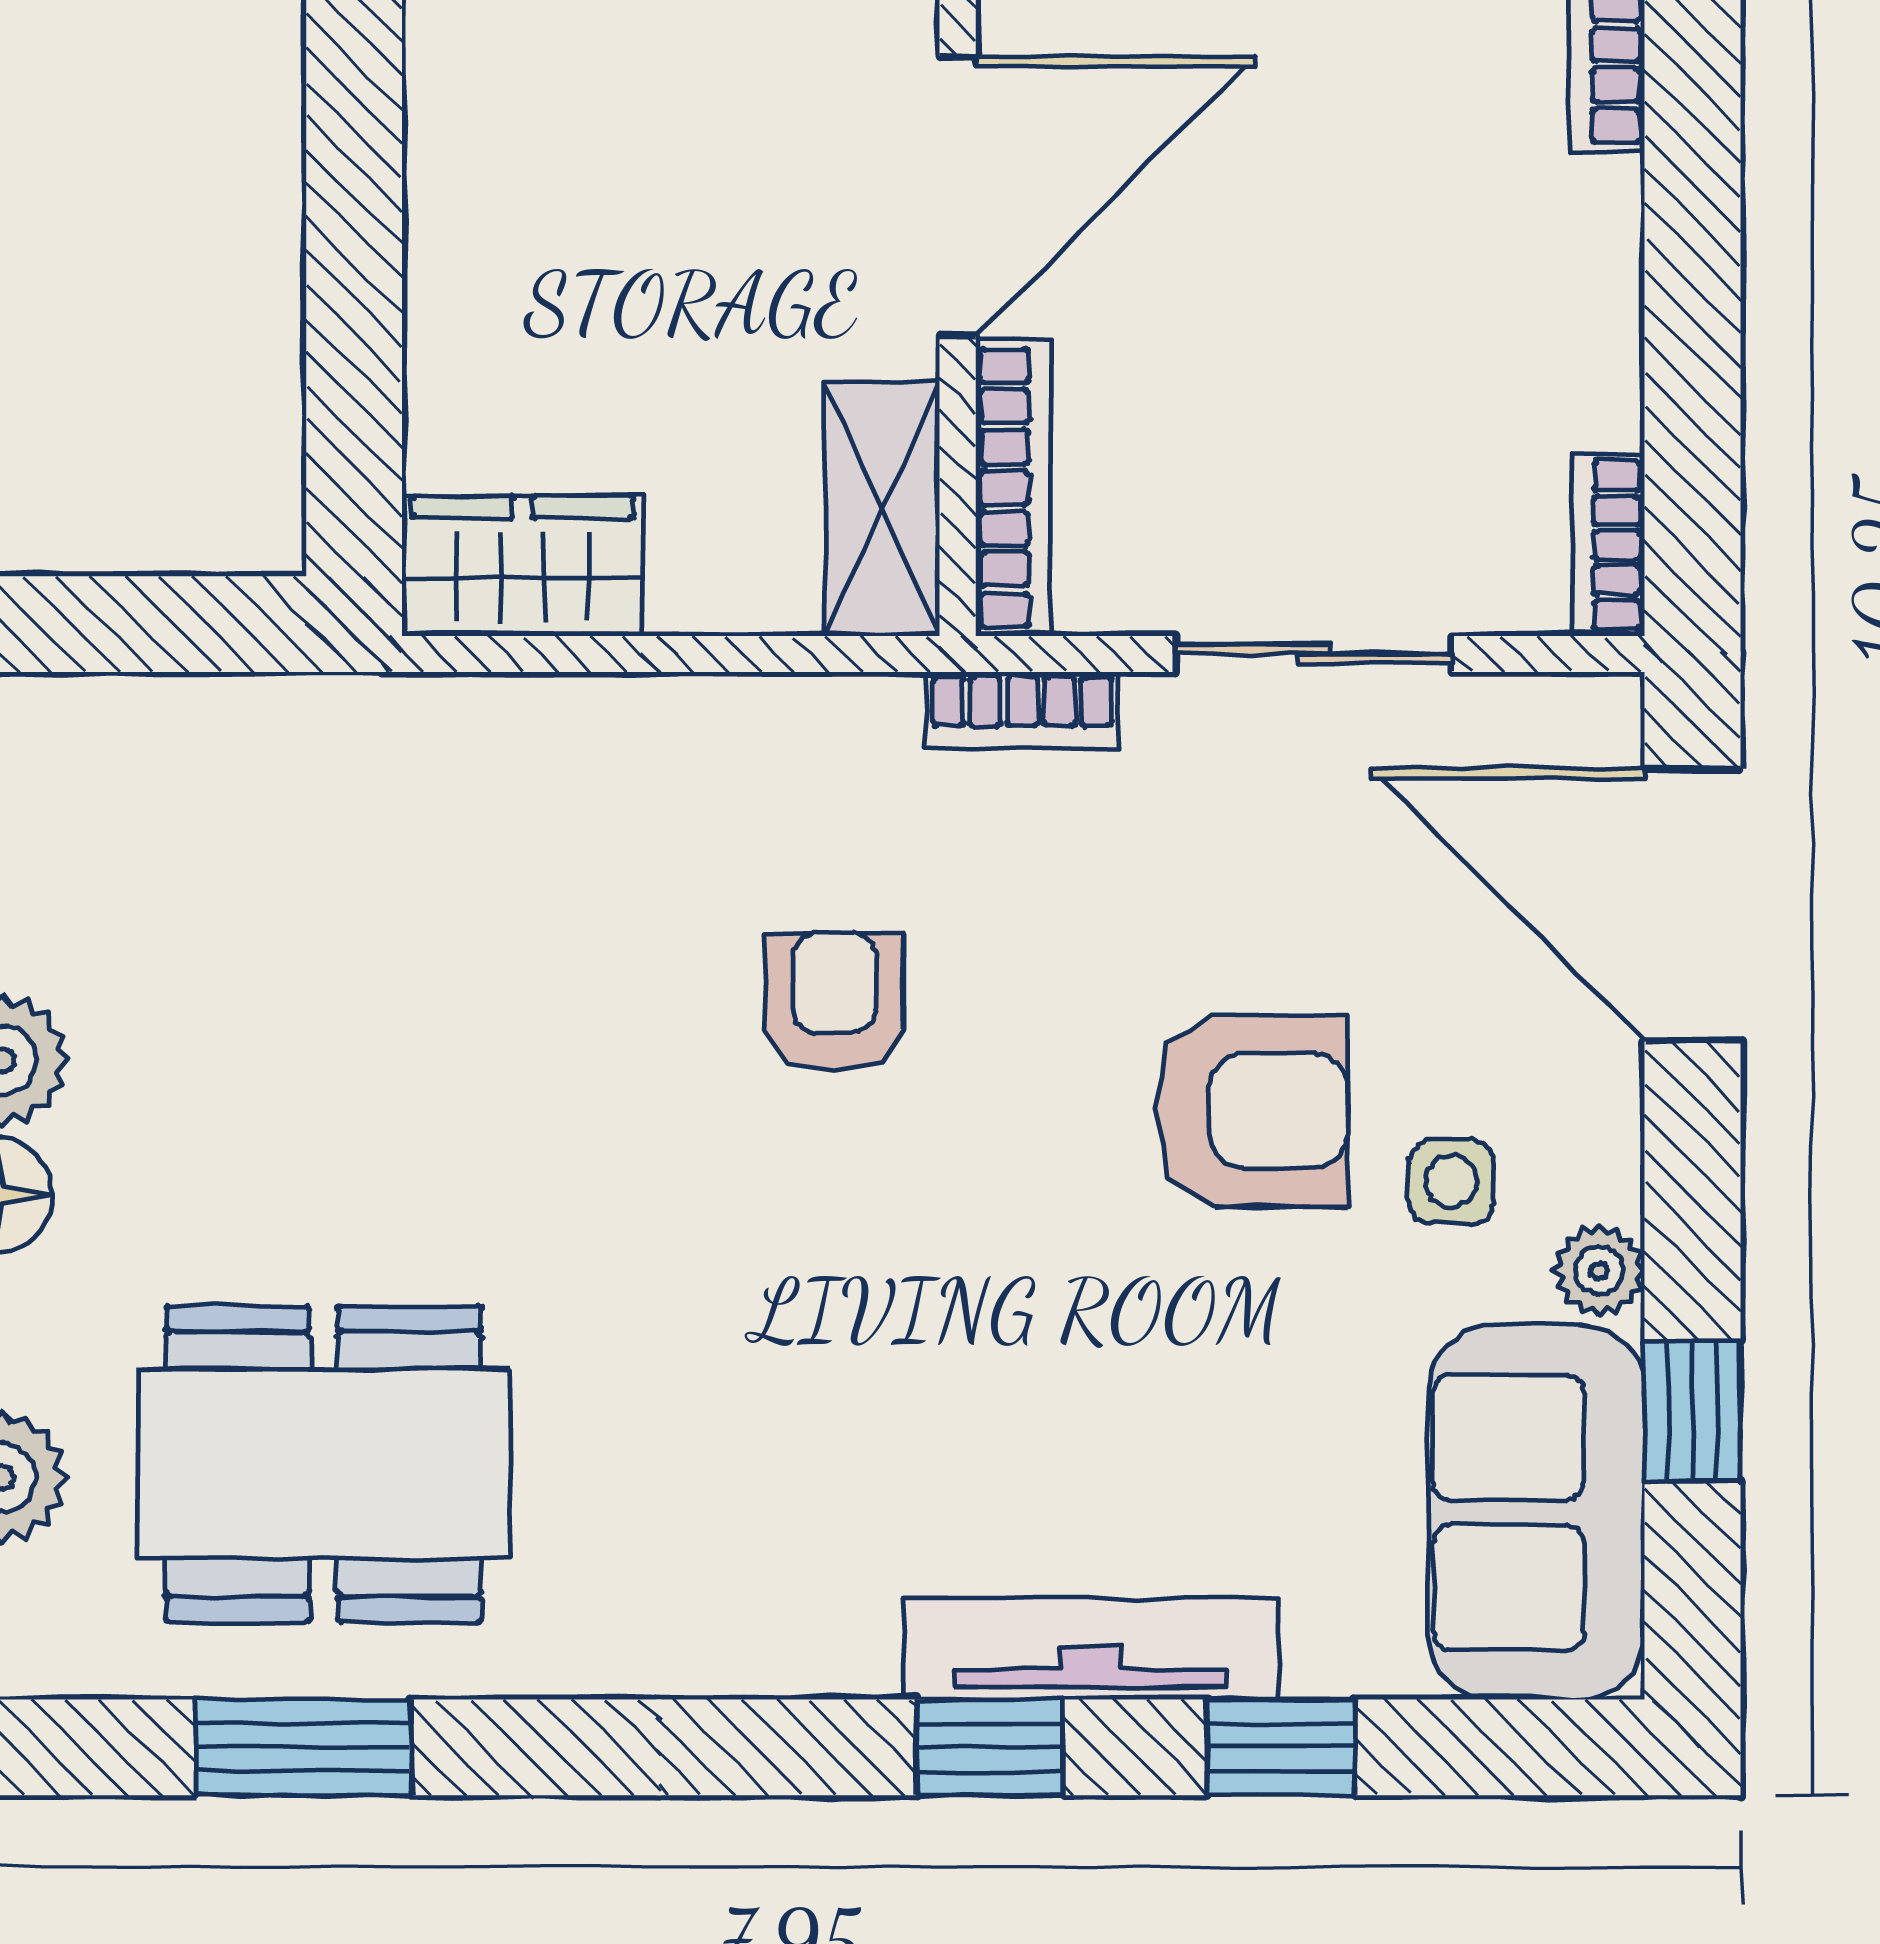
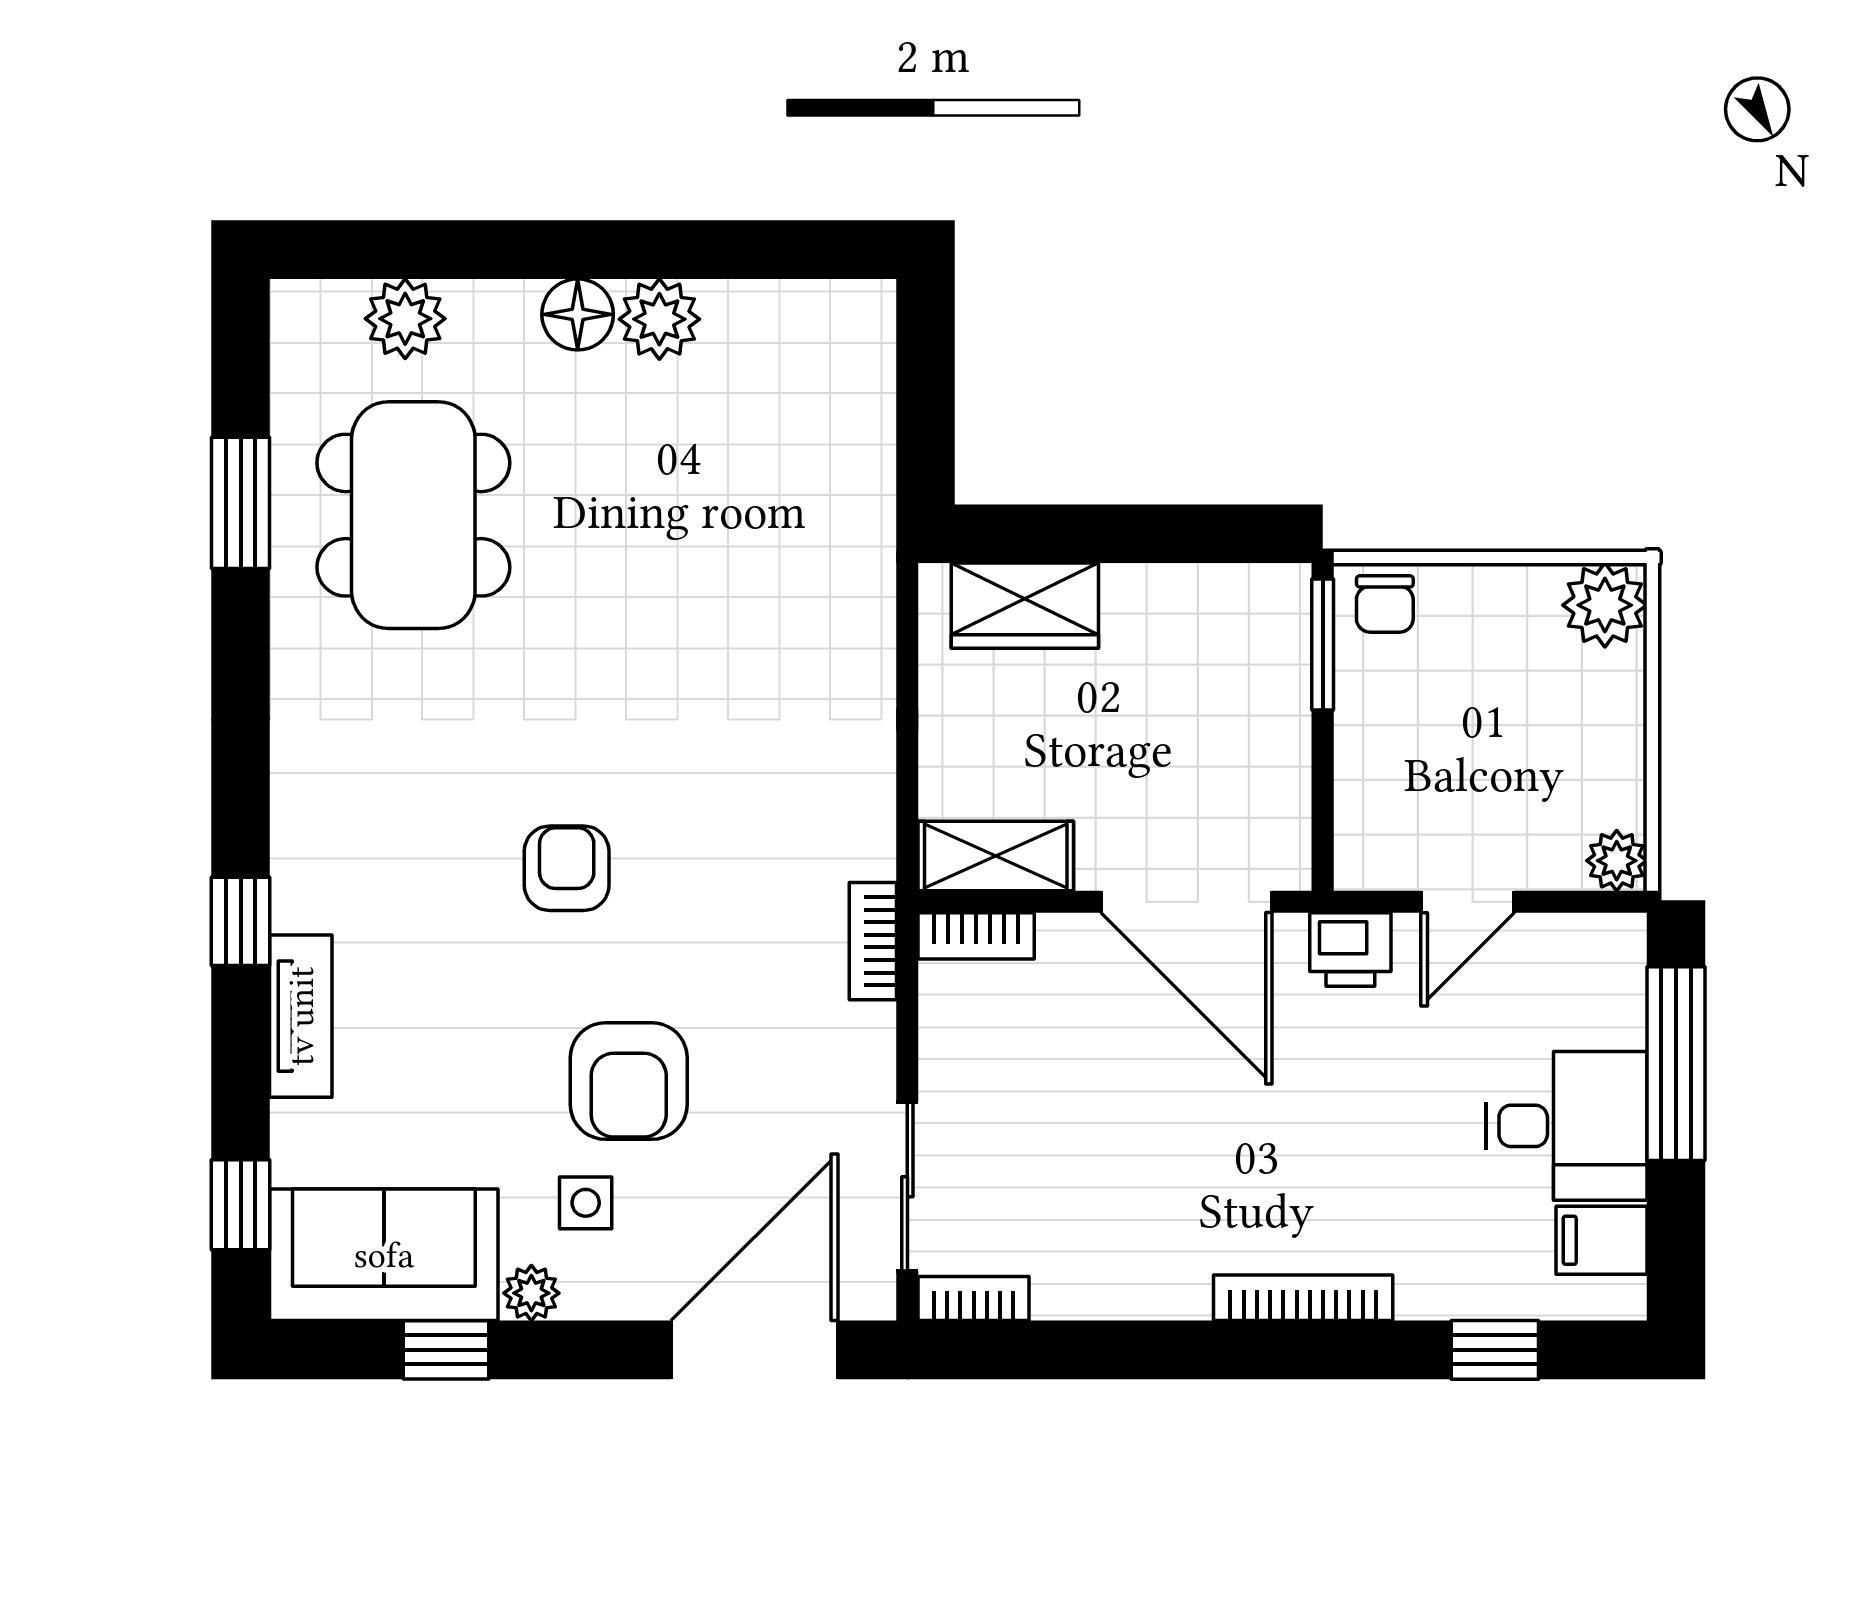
bookcase: (1014, 488) -> (976, 936), width x0.64
wardrobe: (523, 566) -> (1025, 606), moved, turned 90
sliding door: (1313, 654) -> (907, 1187), moved
armchair: (834, 1002) -> (567, 868), moved, turned -90
tv unit: (1091, 1649) -> (301, 1016), width x0.71
window: (1281, 1747) -> (241, 1205), moved

